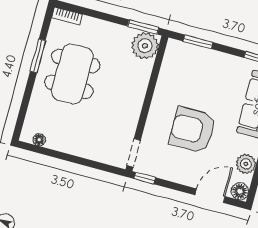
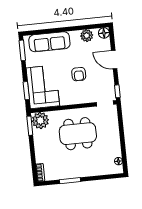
corner sofa: (194, 69) -> (43, 87), added
dining table: (72, 74) -> (78, 134), moved
armchair: (193, 130) -> (79, 74), width x0.53, depth x0.53
door: (210, 196) -> (114, 60), moved

